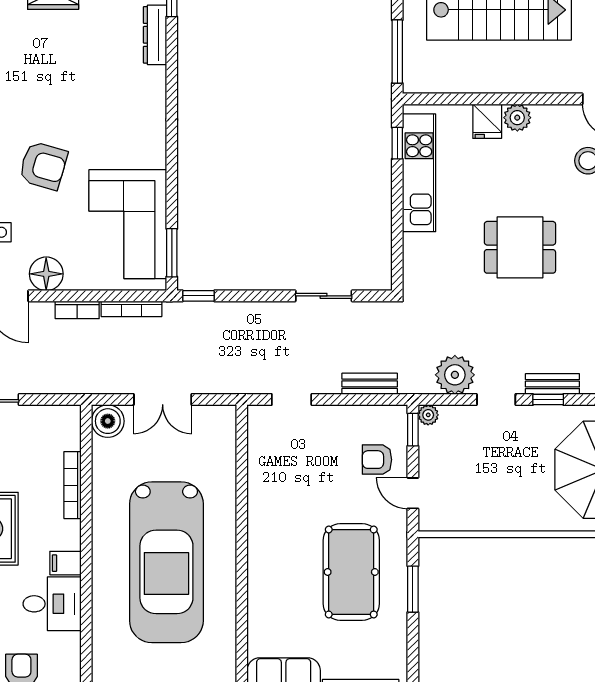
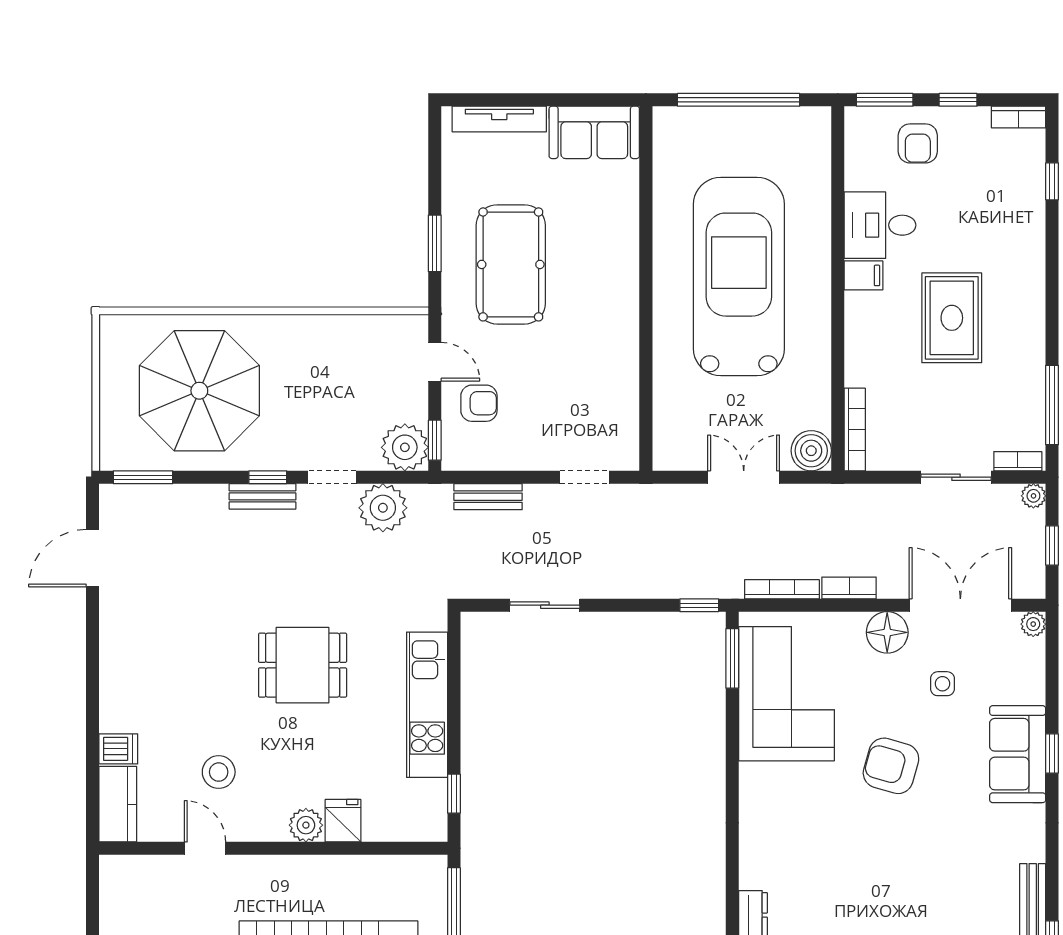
kitchen unit: (419, 173) -> (427, 705), moved
plant: (428, 415) -> (405, 447), width x1.88, depth x1.88
bookcase: (73, 485) -> (855, 430), moved

